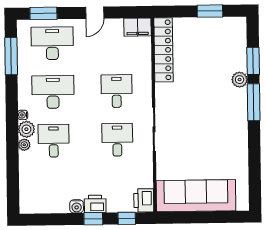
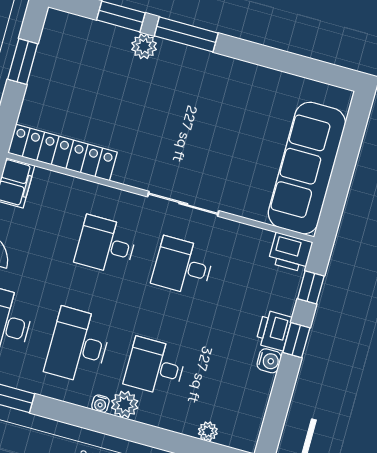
plant: (24, 145) -> (208, 431), moved

